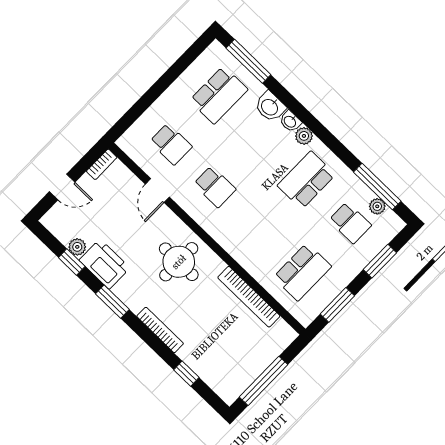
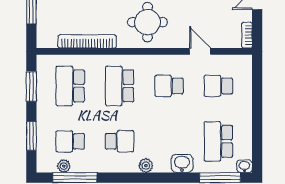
washbasin: (290, 121) -> (244, 166), moved
school desk: (306, 180) -> (120, 141), width x0.54
school desk: (259, 229) -> (120, 86), added

